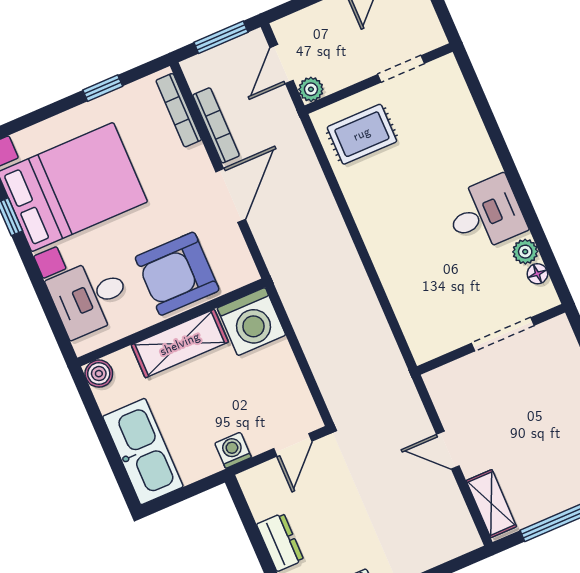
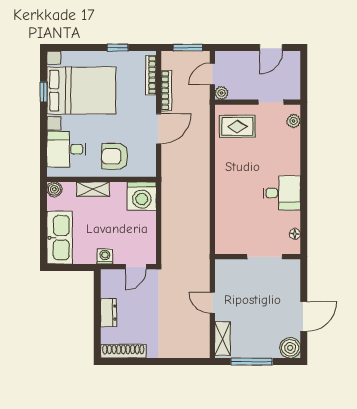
plant: (525, 252) -> (294, 121), moved
armchair: (177, 274) -> (115, 156), width x0.73, depth x0.73
shelving: (180, 344) -> (93, 189), width x0.67, depth x0.75

